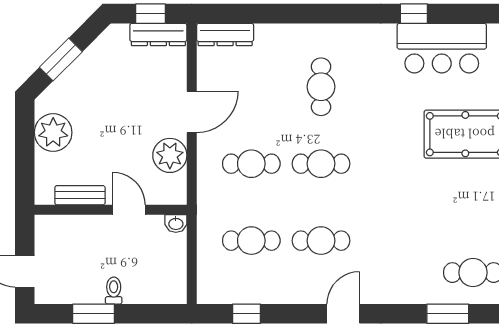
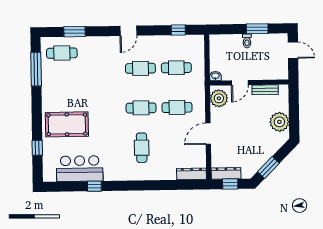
window: (61, 59) -> (268, 167), moved
plant: (170, 155) -> (219, 98), moved
door: (129, 210) -> (240, 83), hinge flipped

